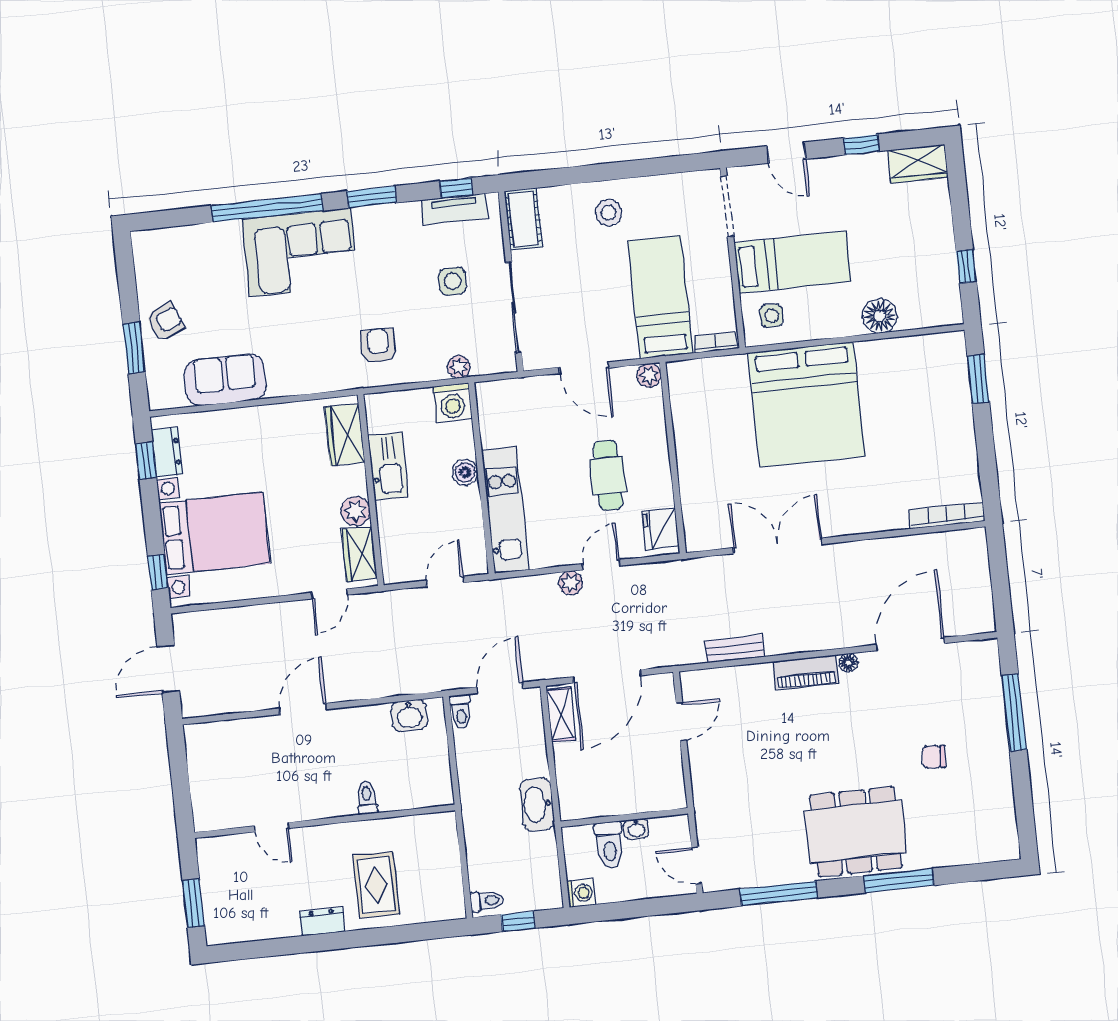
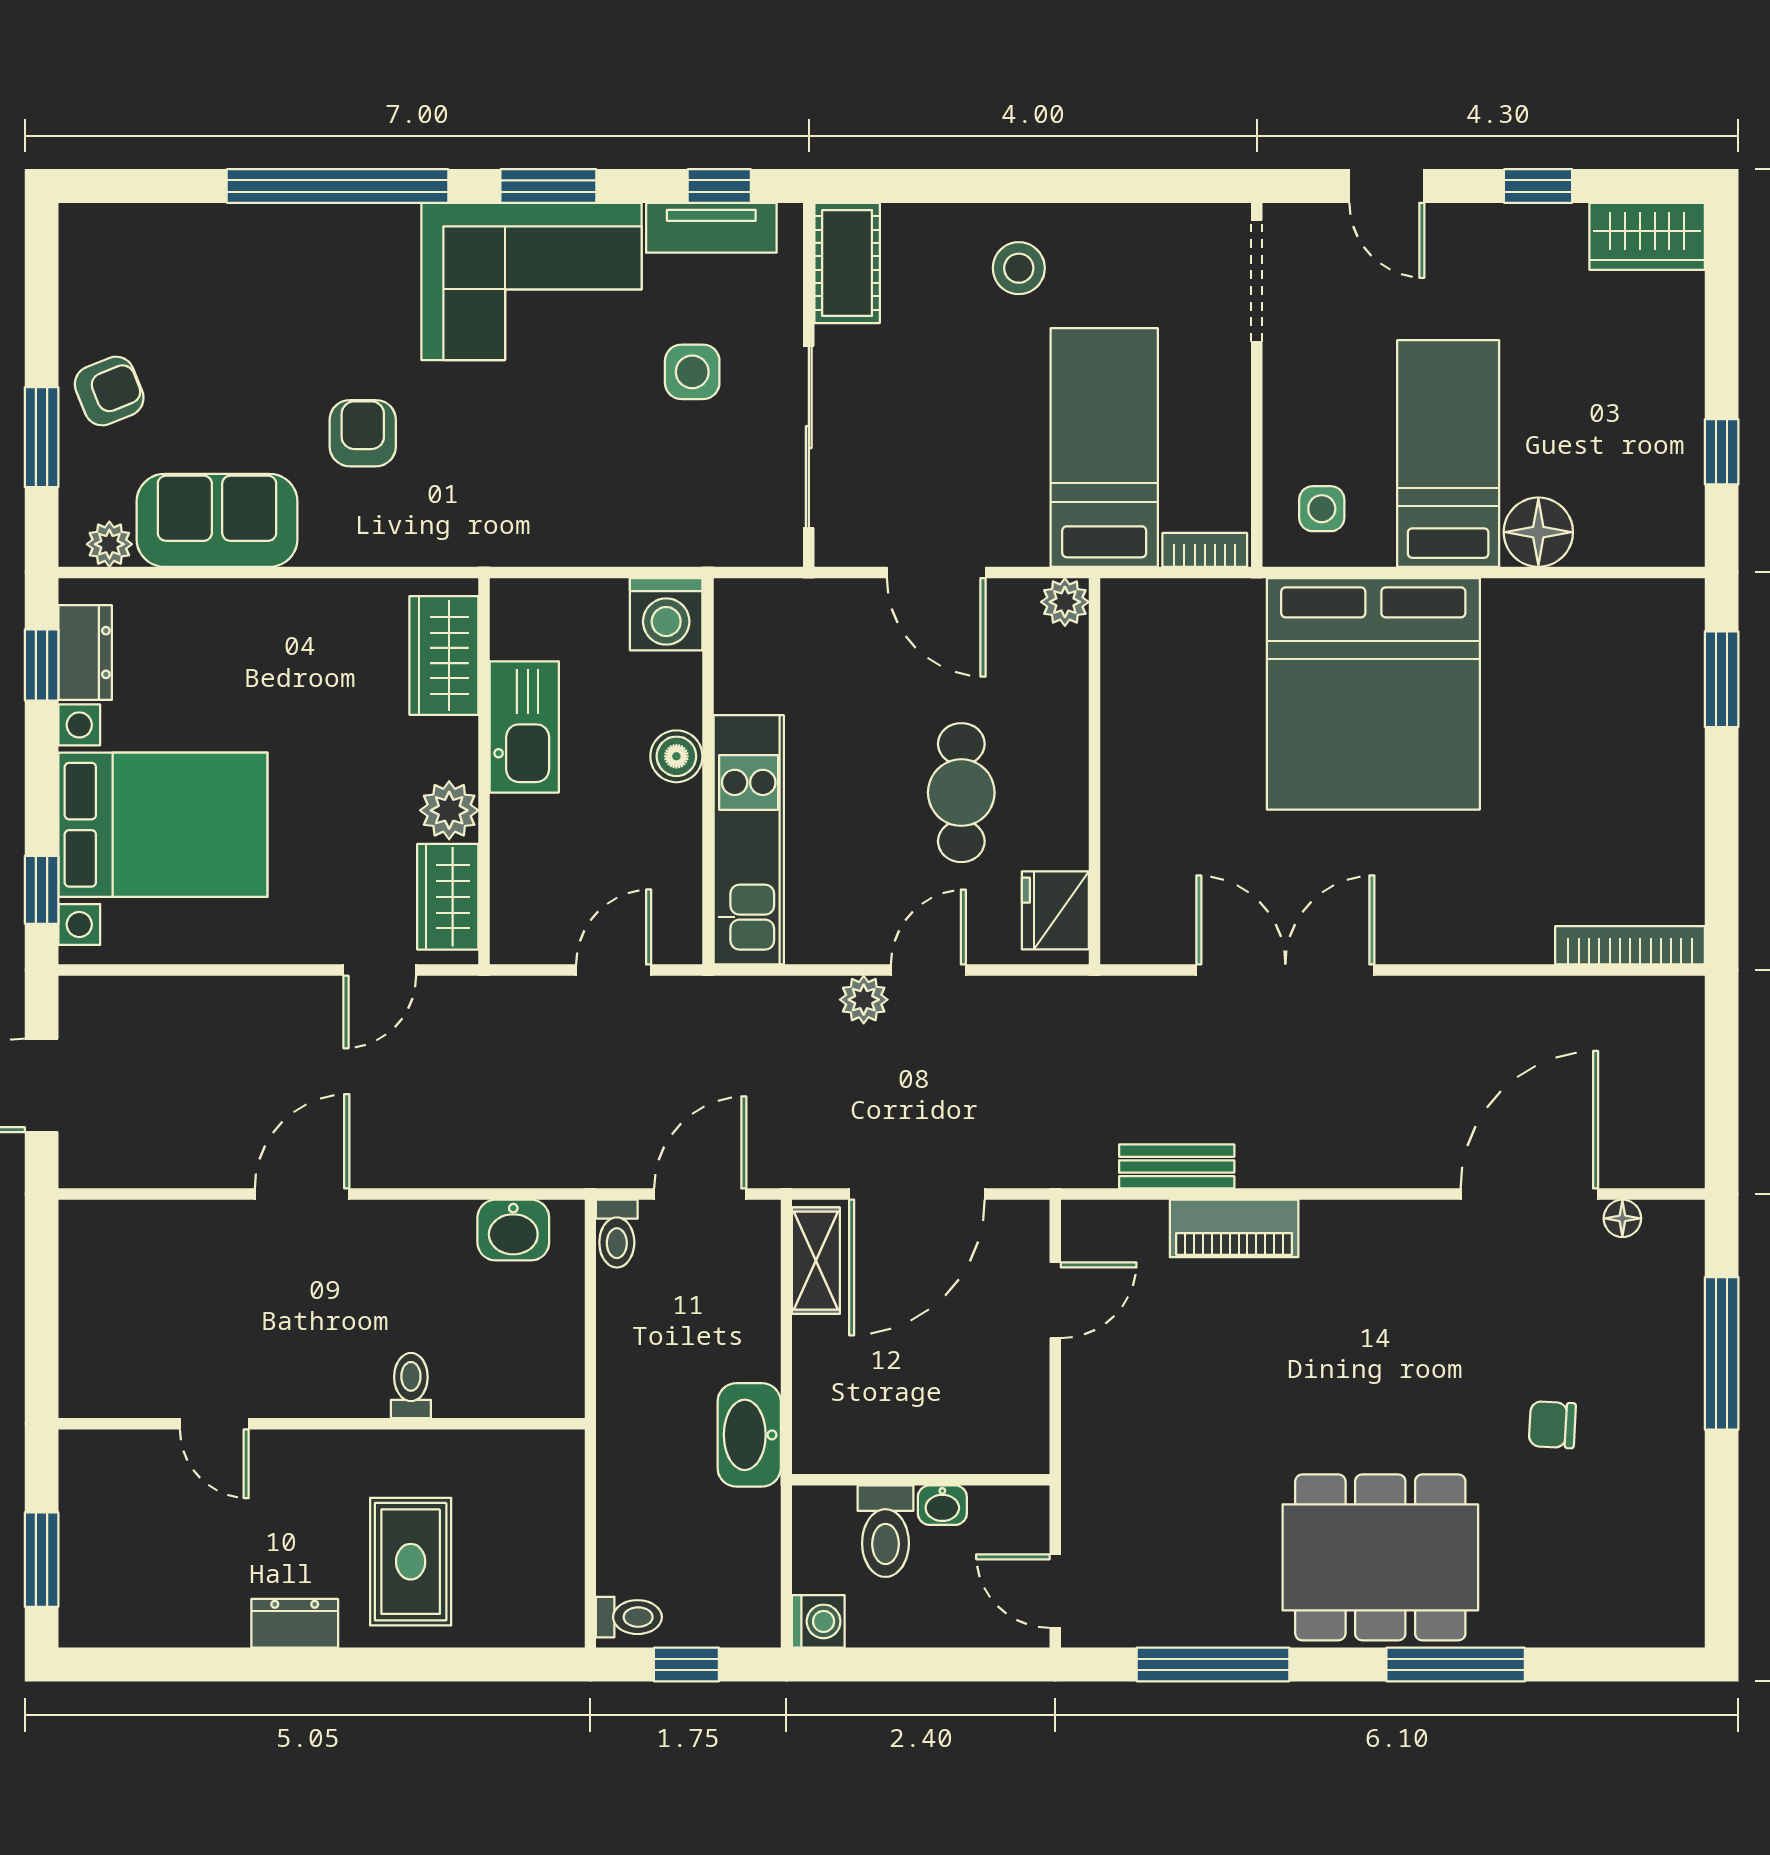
corner sofa: (300, 252) -> (531, 281), moved
bed: (793, 262) -> (1448, 454), moved, turned -90
armchair: (378, 346) -> (363, 433), moved
plant: (459, 367) -> (109, 544), moved
floor lamp: (848, 663) -> (1622, 1218), moved
piano: (805, 672) -> (1234, 1228), moved

